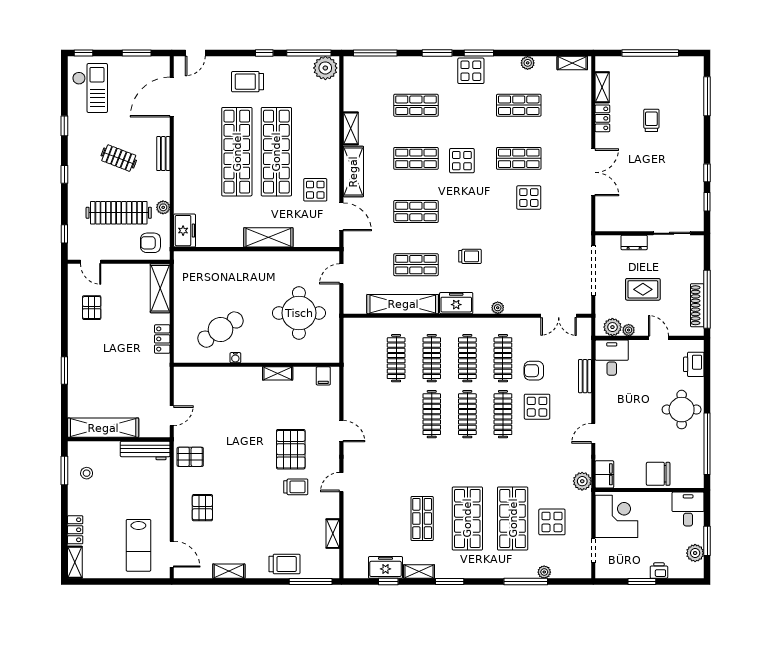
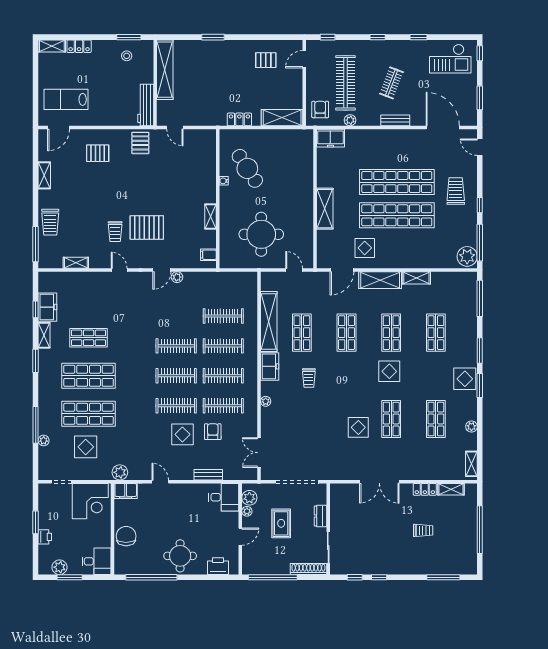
shoe rack: (697, 305) -> (308, 569), moved
plant: (350, 413) -> (177, 277), added

